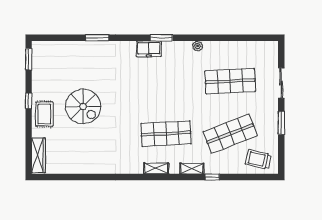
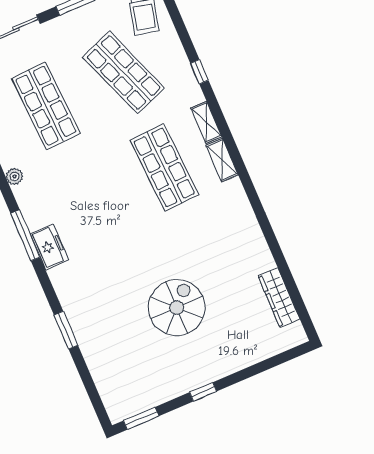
window: (161, 38) -> (25, 235), width x1.44
rug: (44, 114) -> (213, 360), removed
wardrobe: (38, 155) -> (279, 298), moved, turned -90
shelving: (192, 169) -> (206, 122), moved

